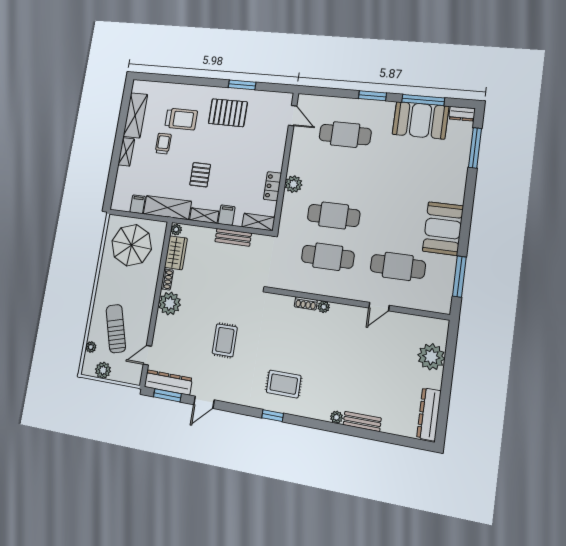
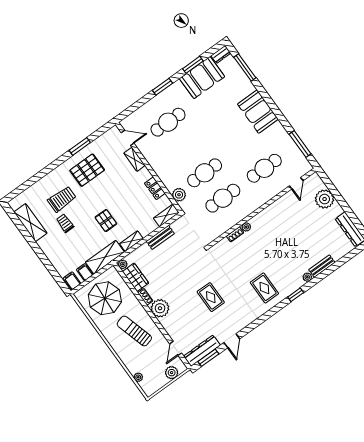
window: (423, 100) -> (193, 65), width x0.69
shelving: (126, 152) -> (134, 159), moved
plant: (293, 184) -> (179, 195), moved
filing cabinet: (227, 215) -> (72, 281), moved
booth: (443, 229) -> (258, 112), moved
door: (379, 307) -> (296, 183), moved
sun lounger: (116, 329) -> (134, 331), moved
plant: (103, 370) -> (172, 373), moved
rug: (284, 384) -> (264, 288), turned 90
window: (273, 416) -> (296, 295), moved

